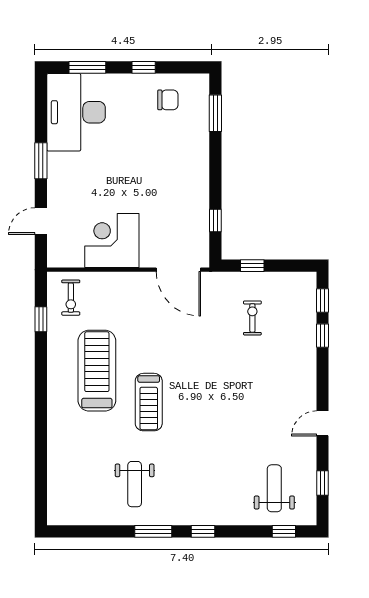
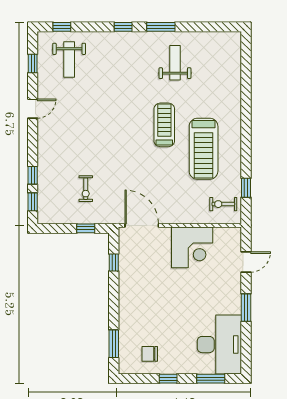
exercise bike: (71, 298) -> (223, 204), turned -90

